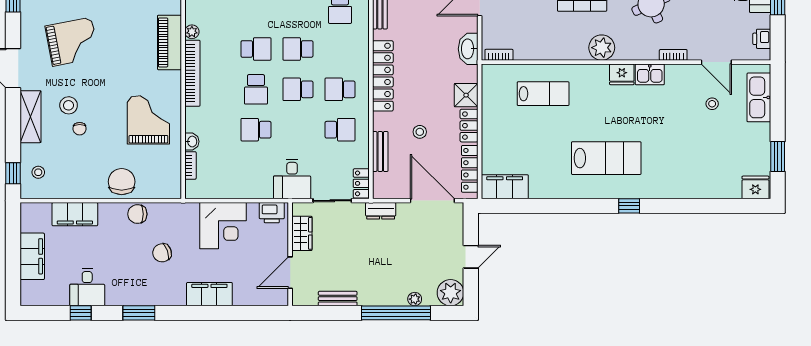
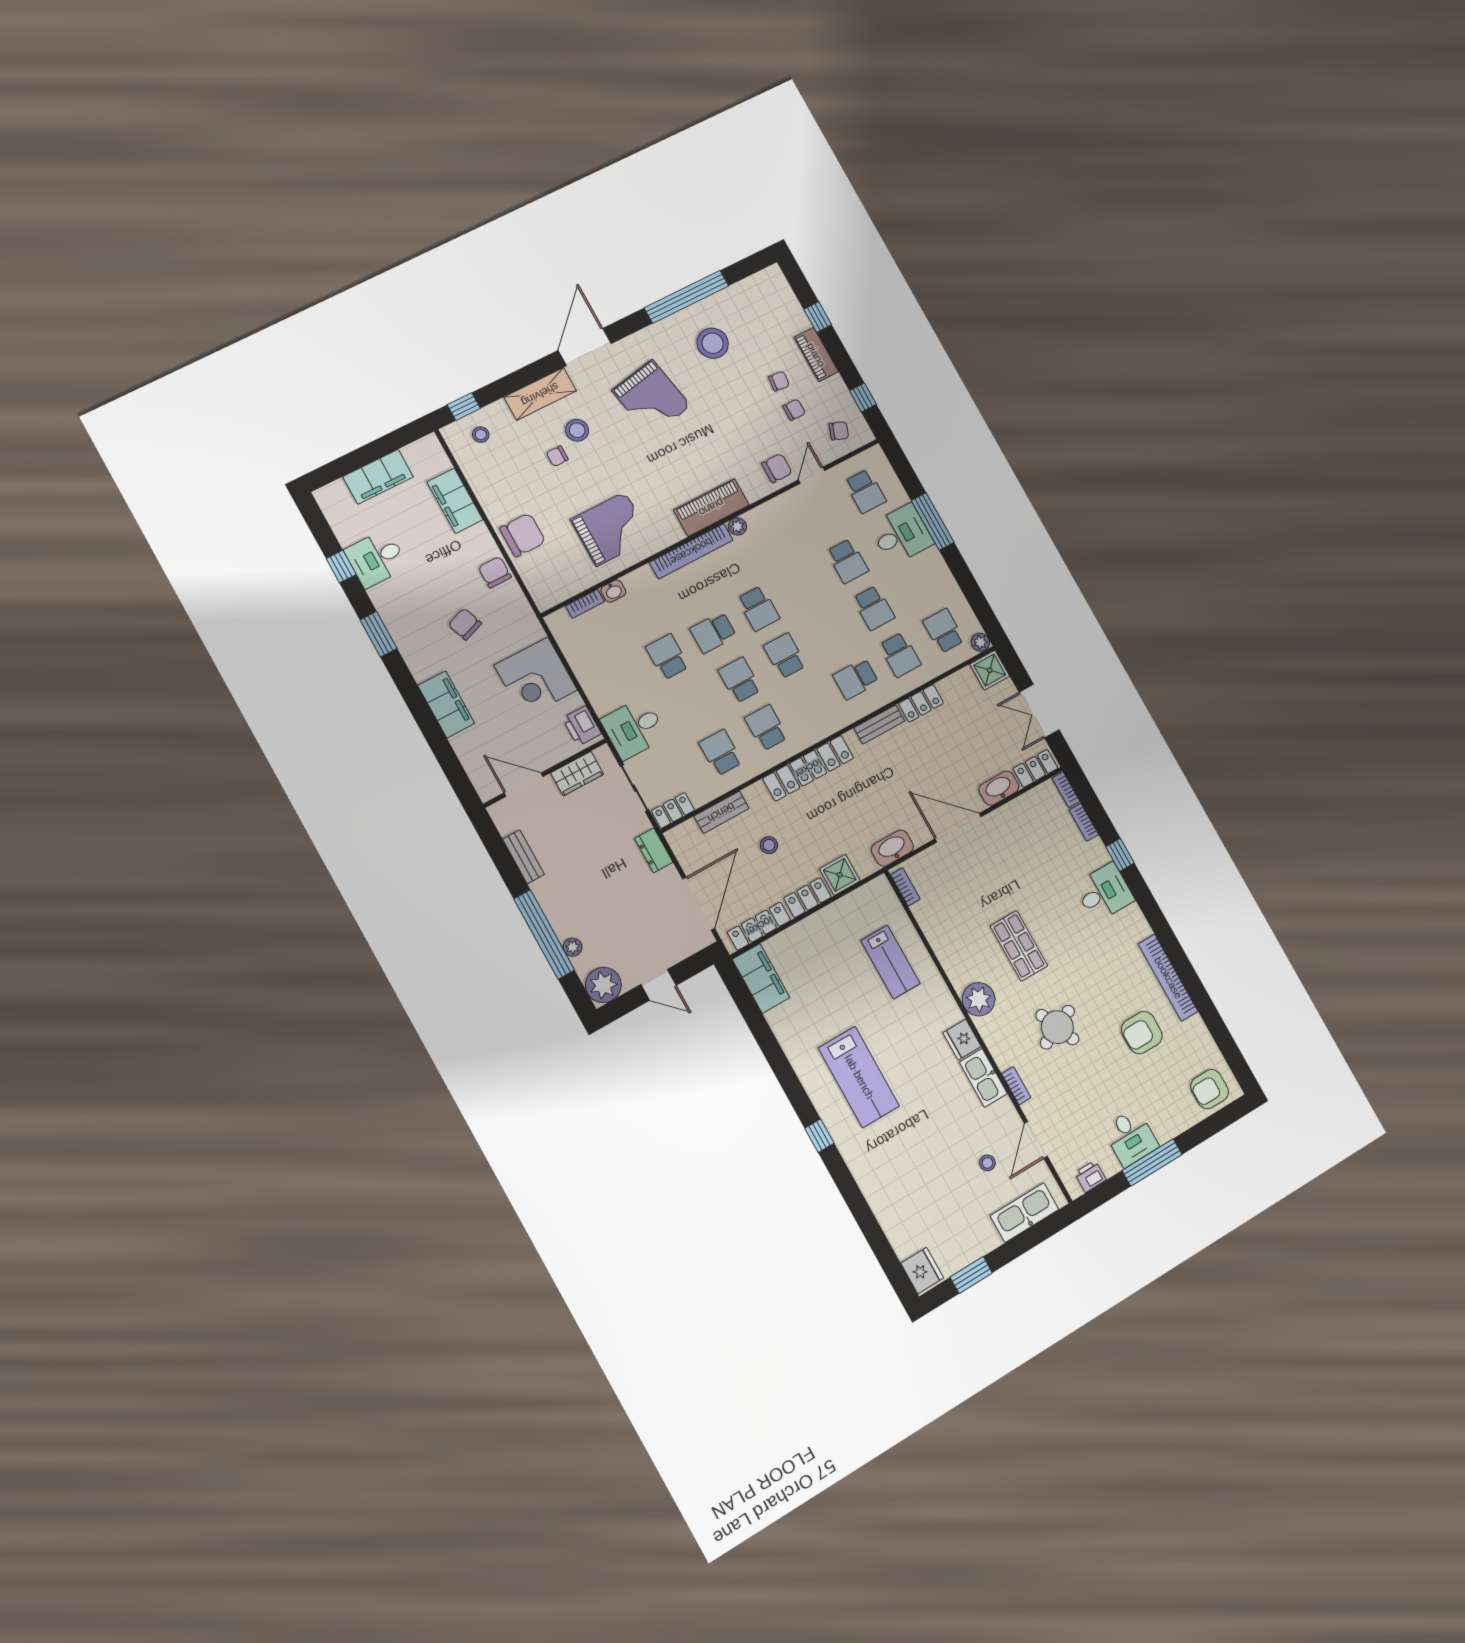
kitchen sink: (650, 74) -> (983, 1078), width x1.38
school desk: (340, 130) -> (721, 753), turned 180

